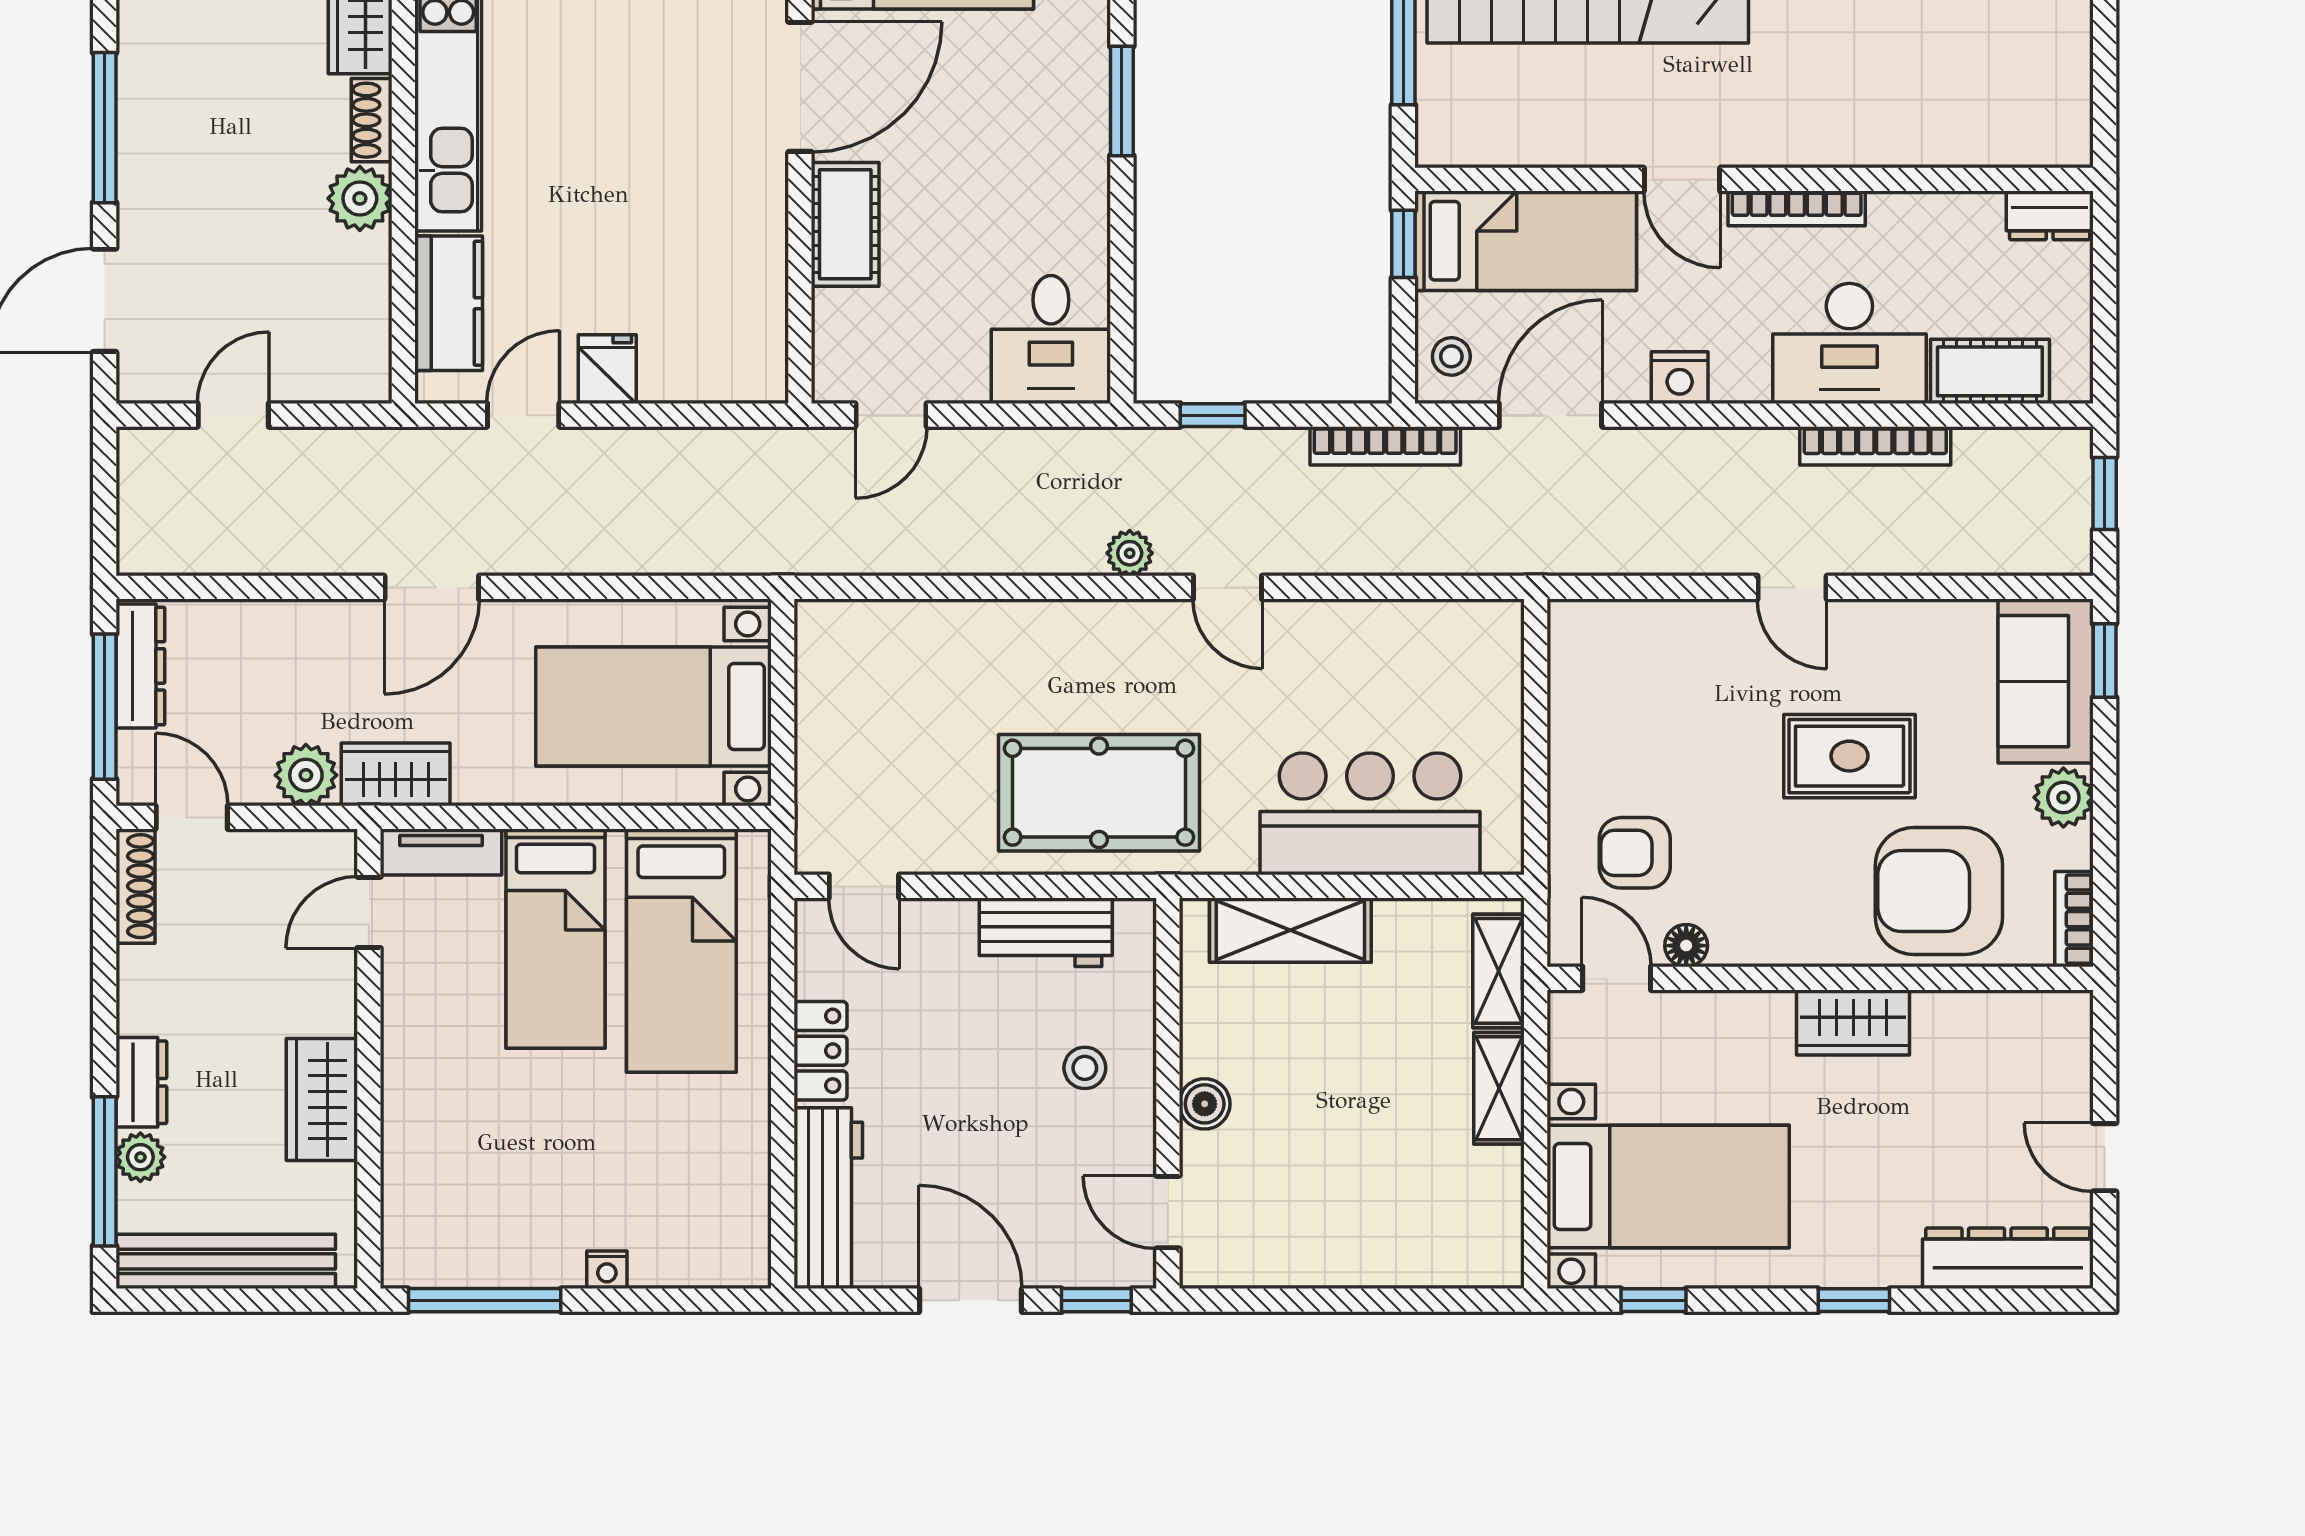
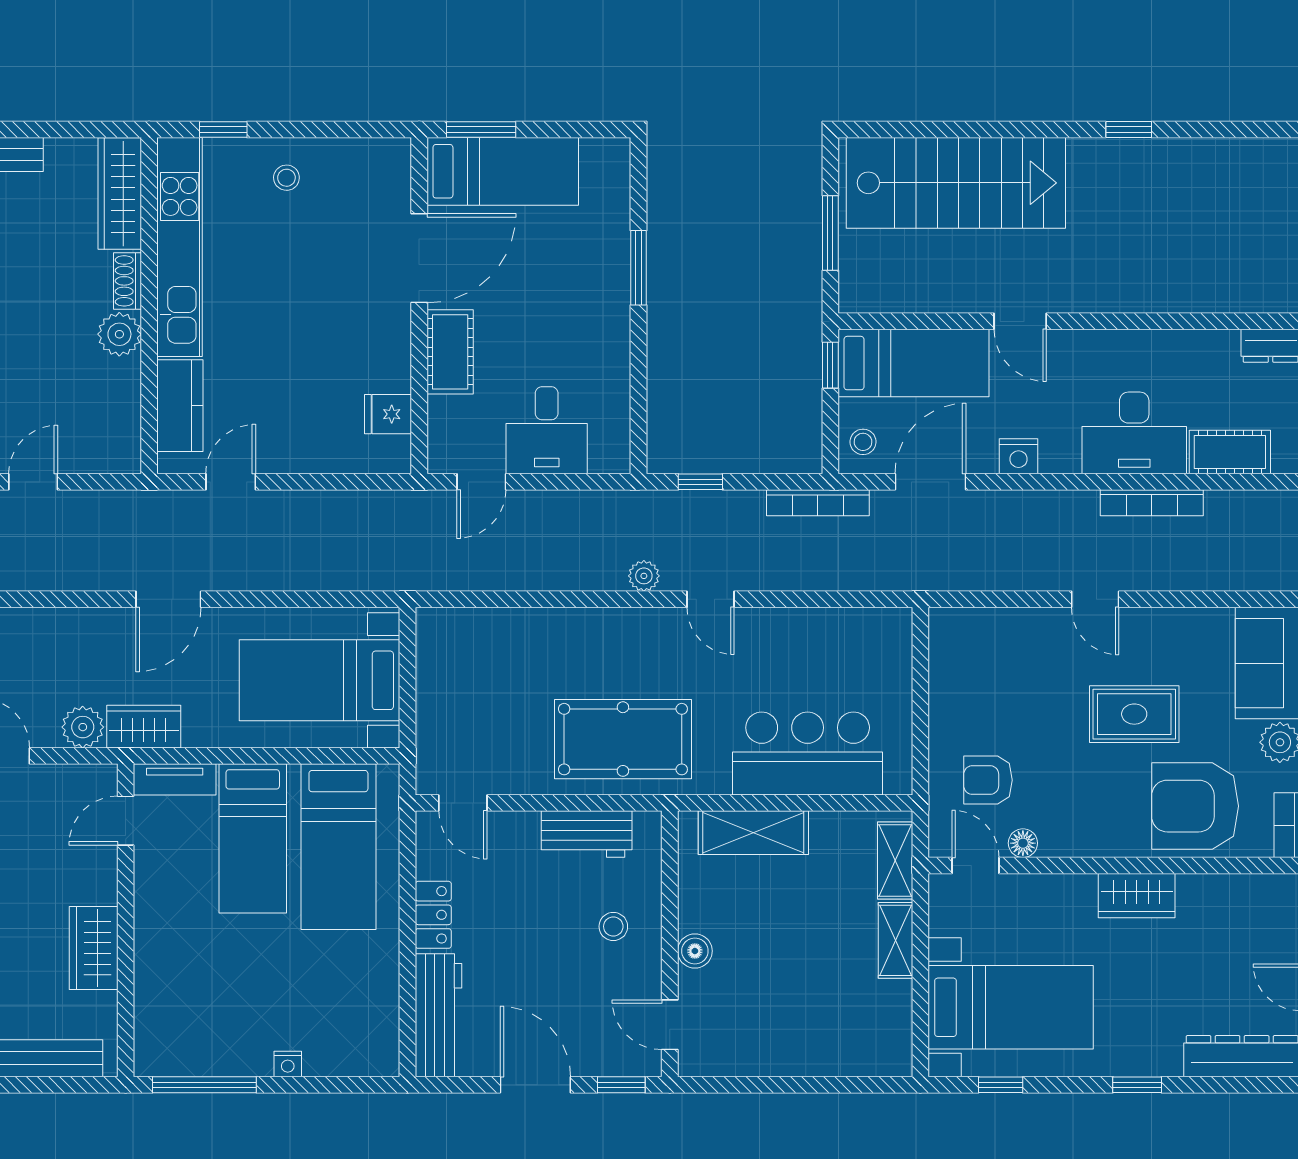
bookcase: (1797, 208) -> (1098, 341), removed
desk: (1051, 339) -> (547, 430), moved
fridge: (607, 369) -> (388, 414), moved, turned -90

